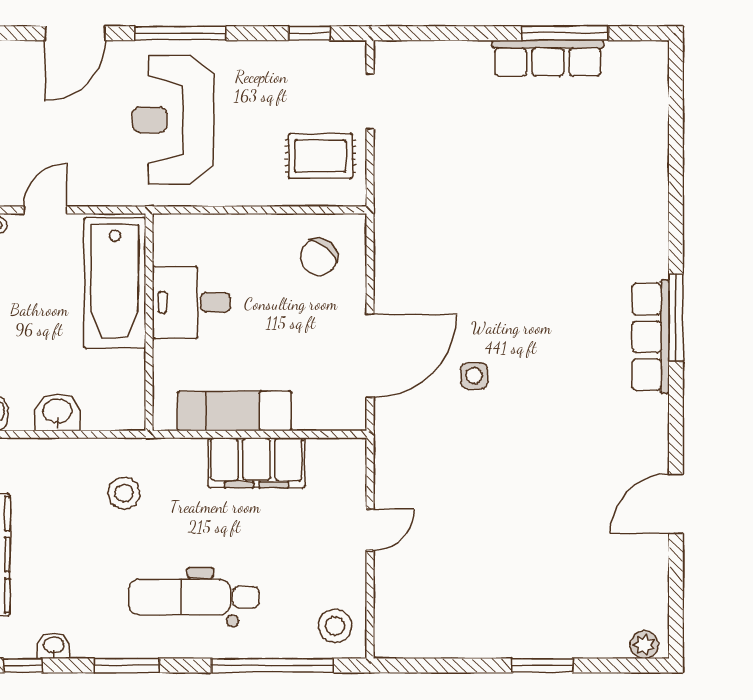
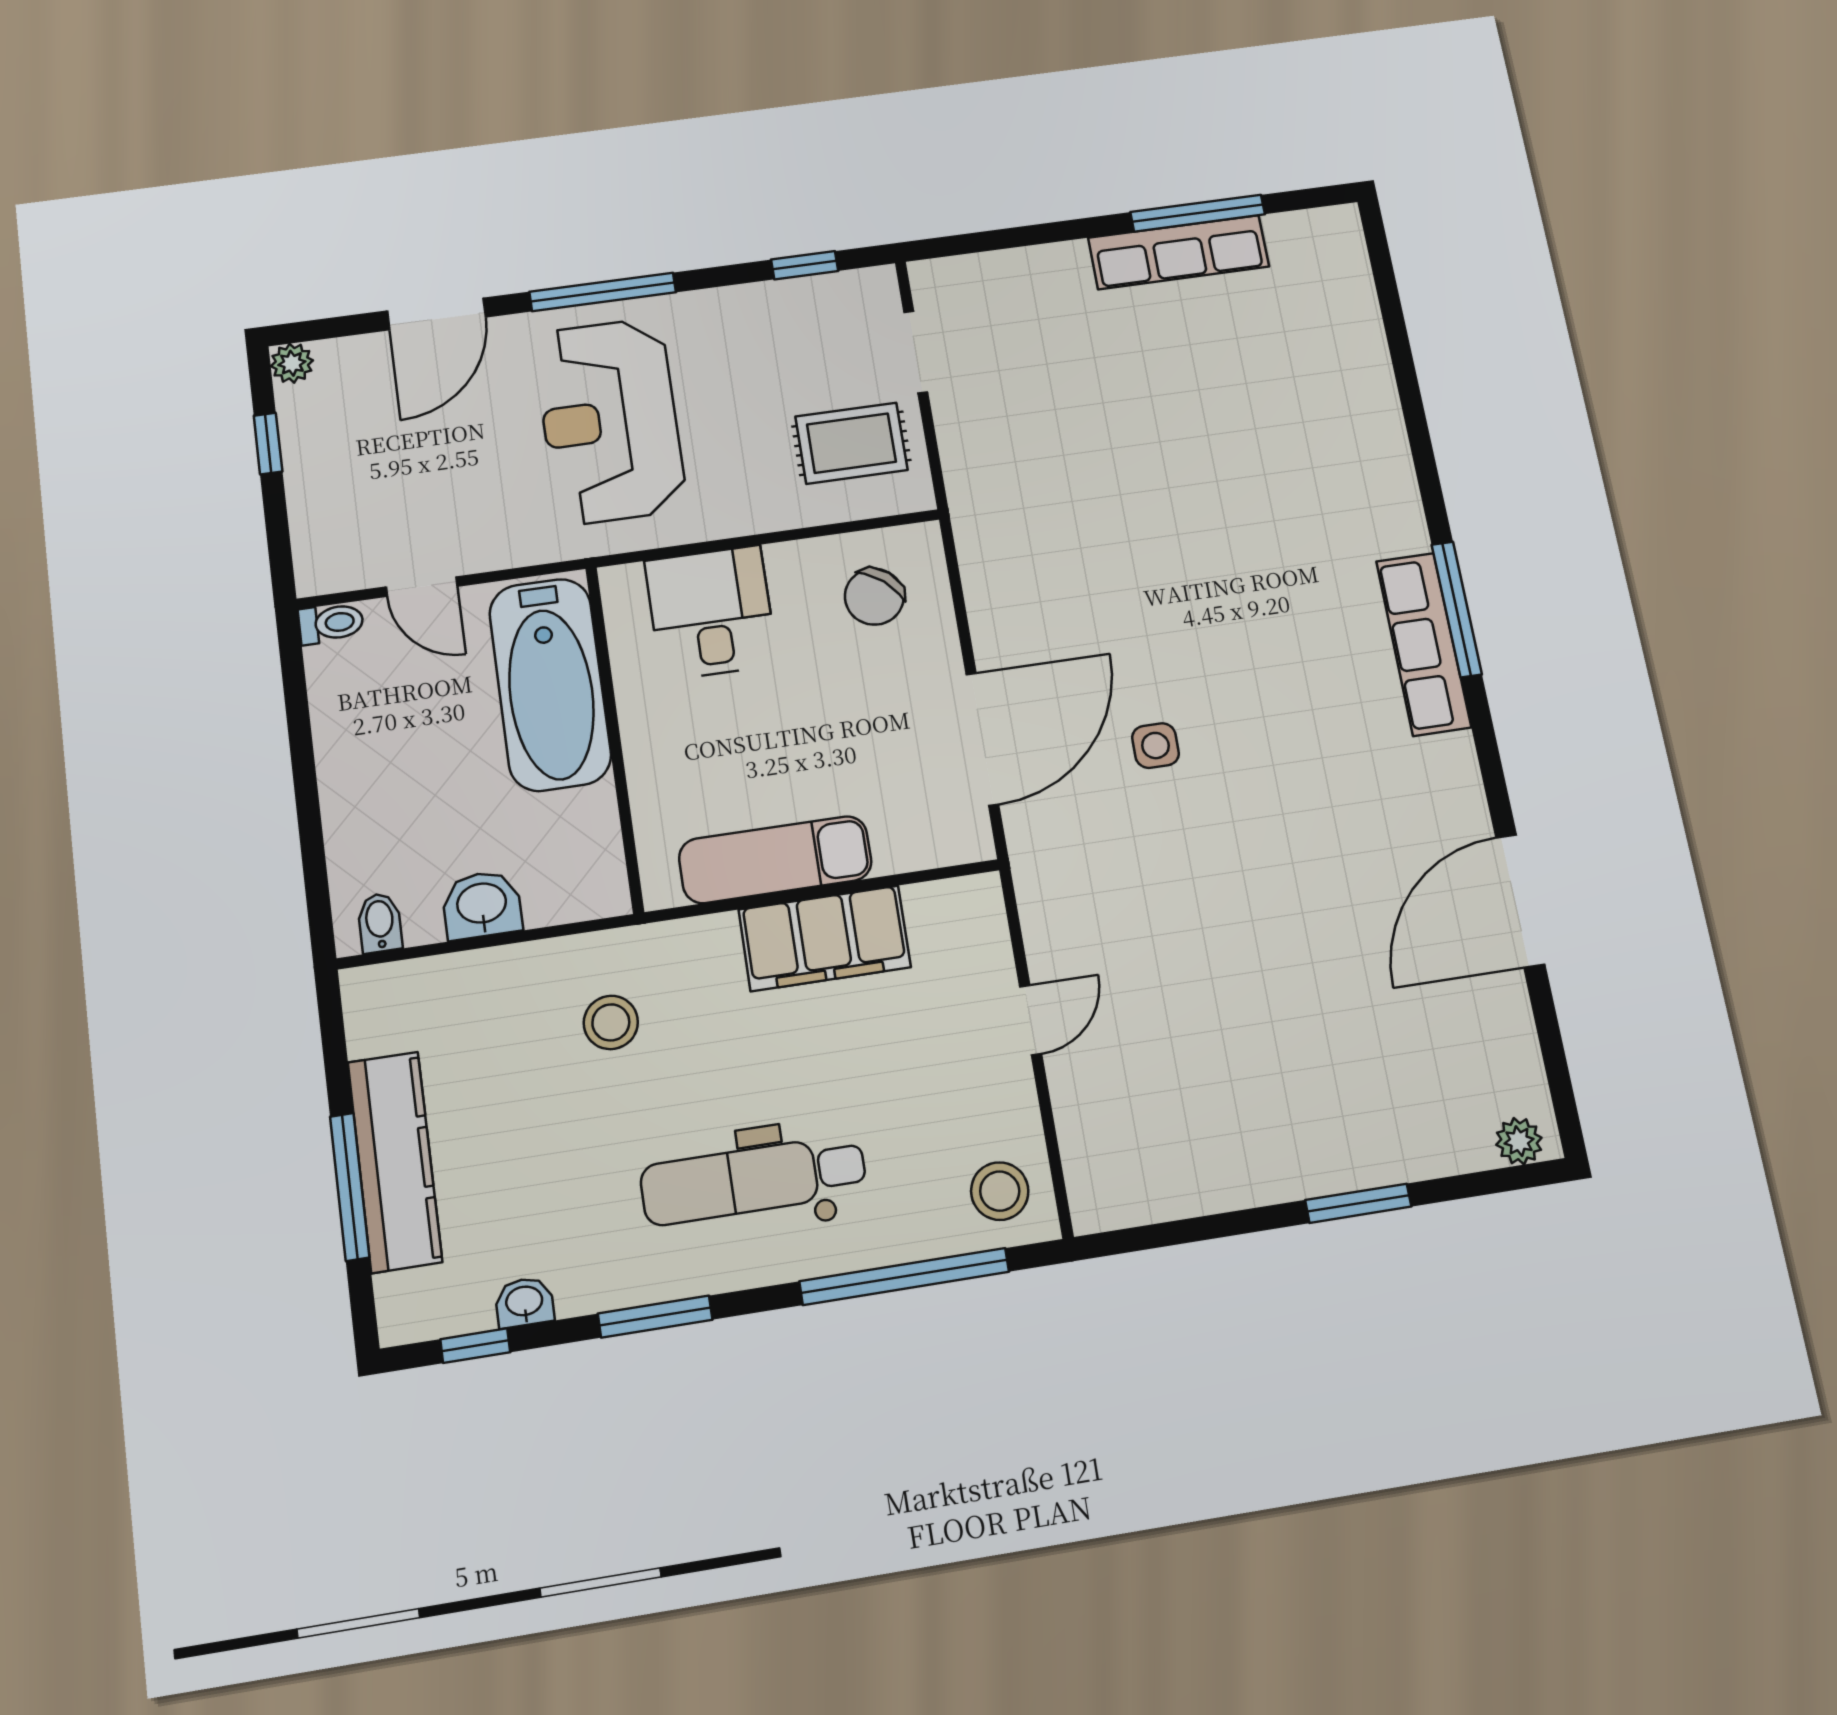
door: (45, 210) -> (422, 587), swing flipped
desk: (191, 302) -> (711, 613), moved, turned 90
door: (676, 504) -> (1520, 901), width x1.36

